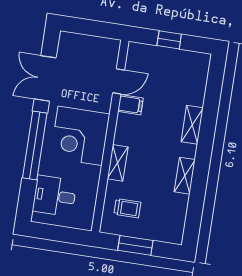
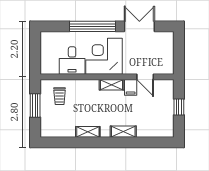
shelving: (118, 163) -> (111, 85), moved
desk: (55, 196) -> (72, 61), moved, turned 180

